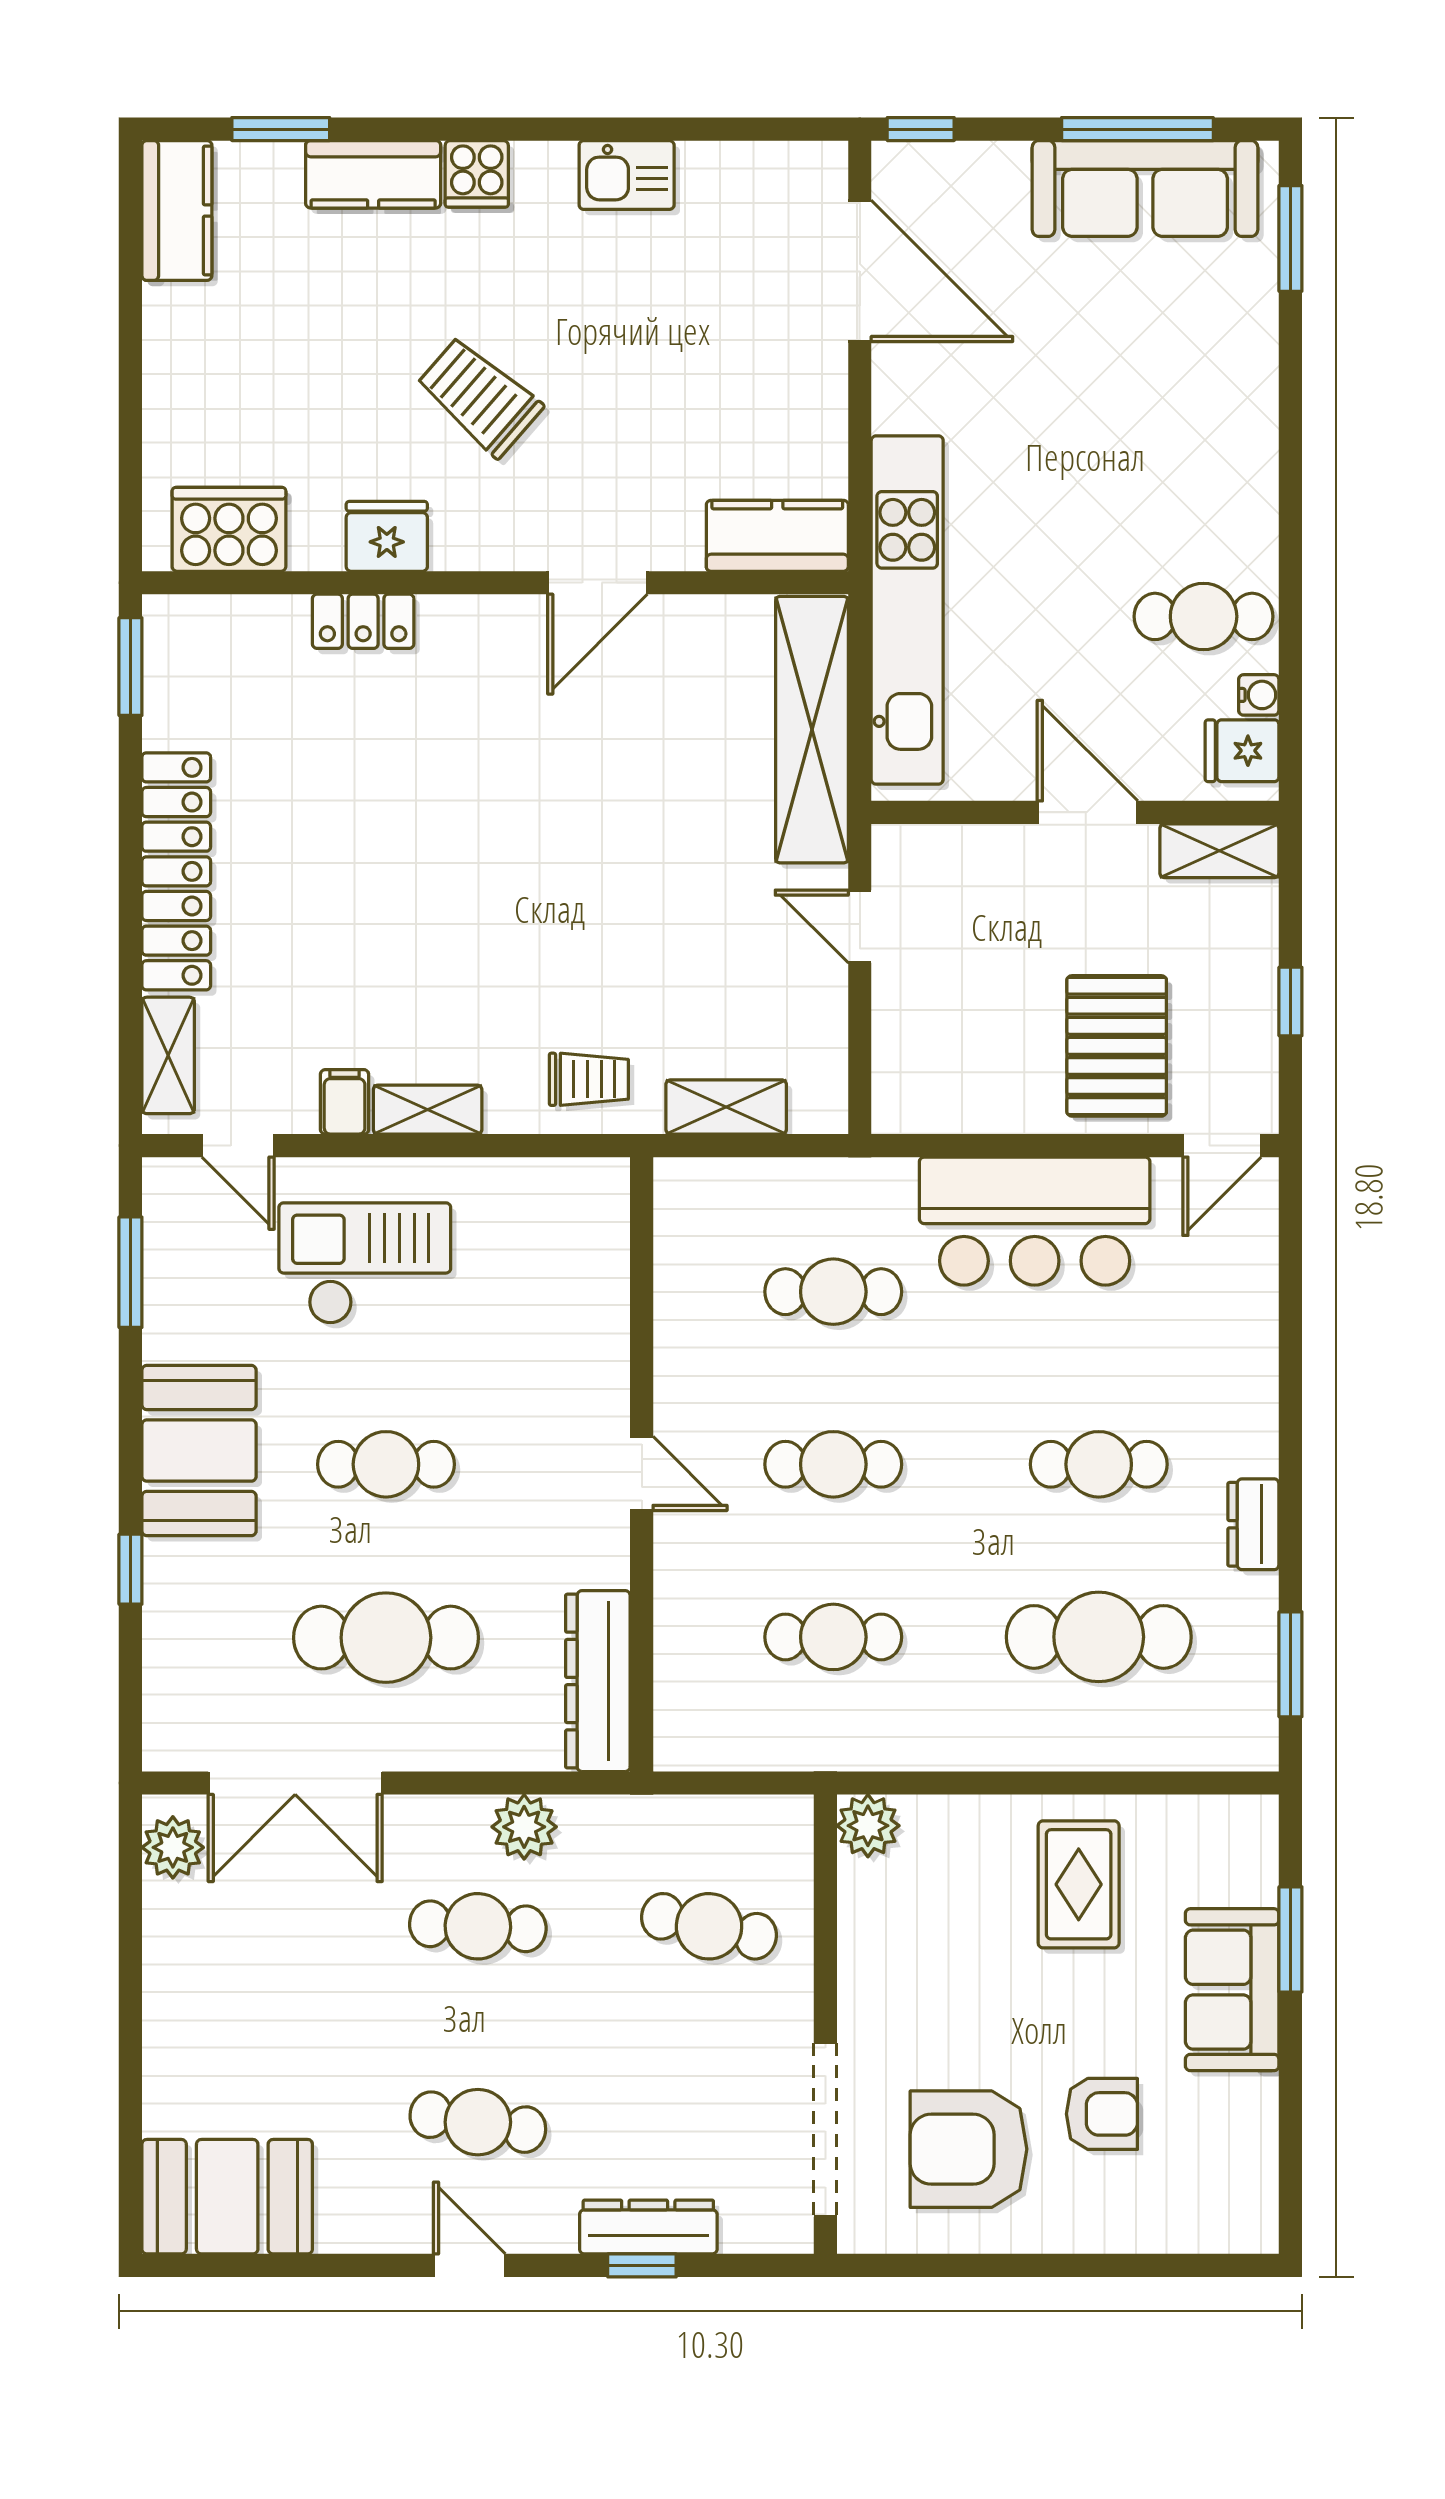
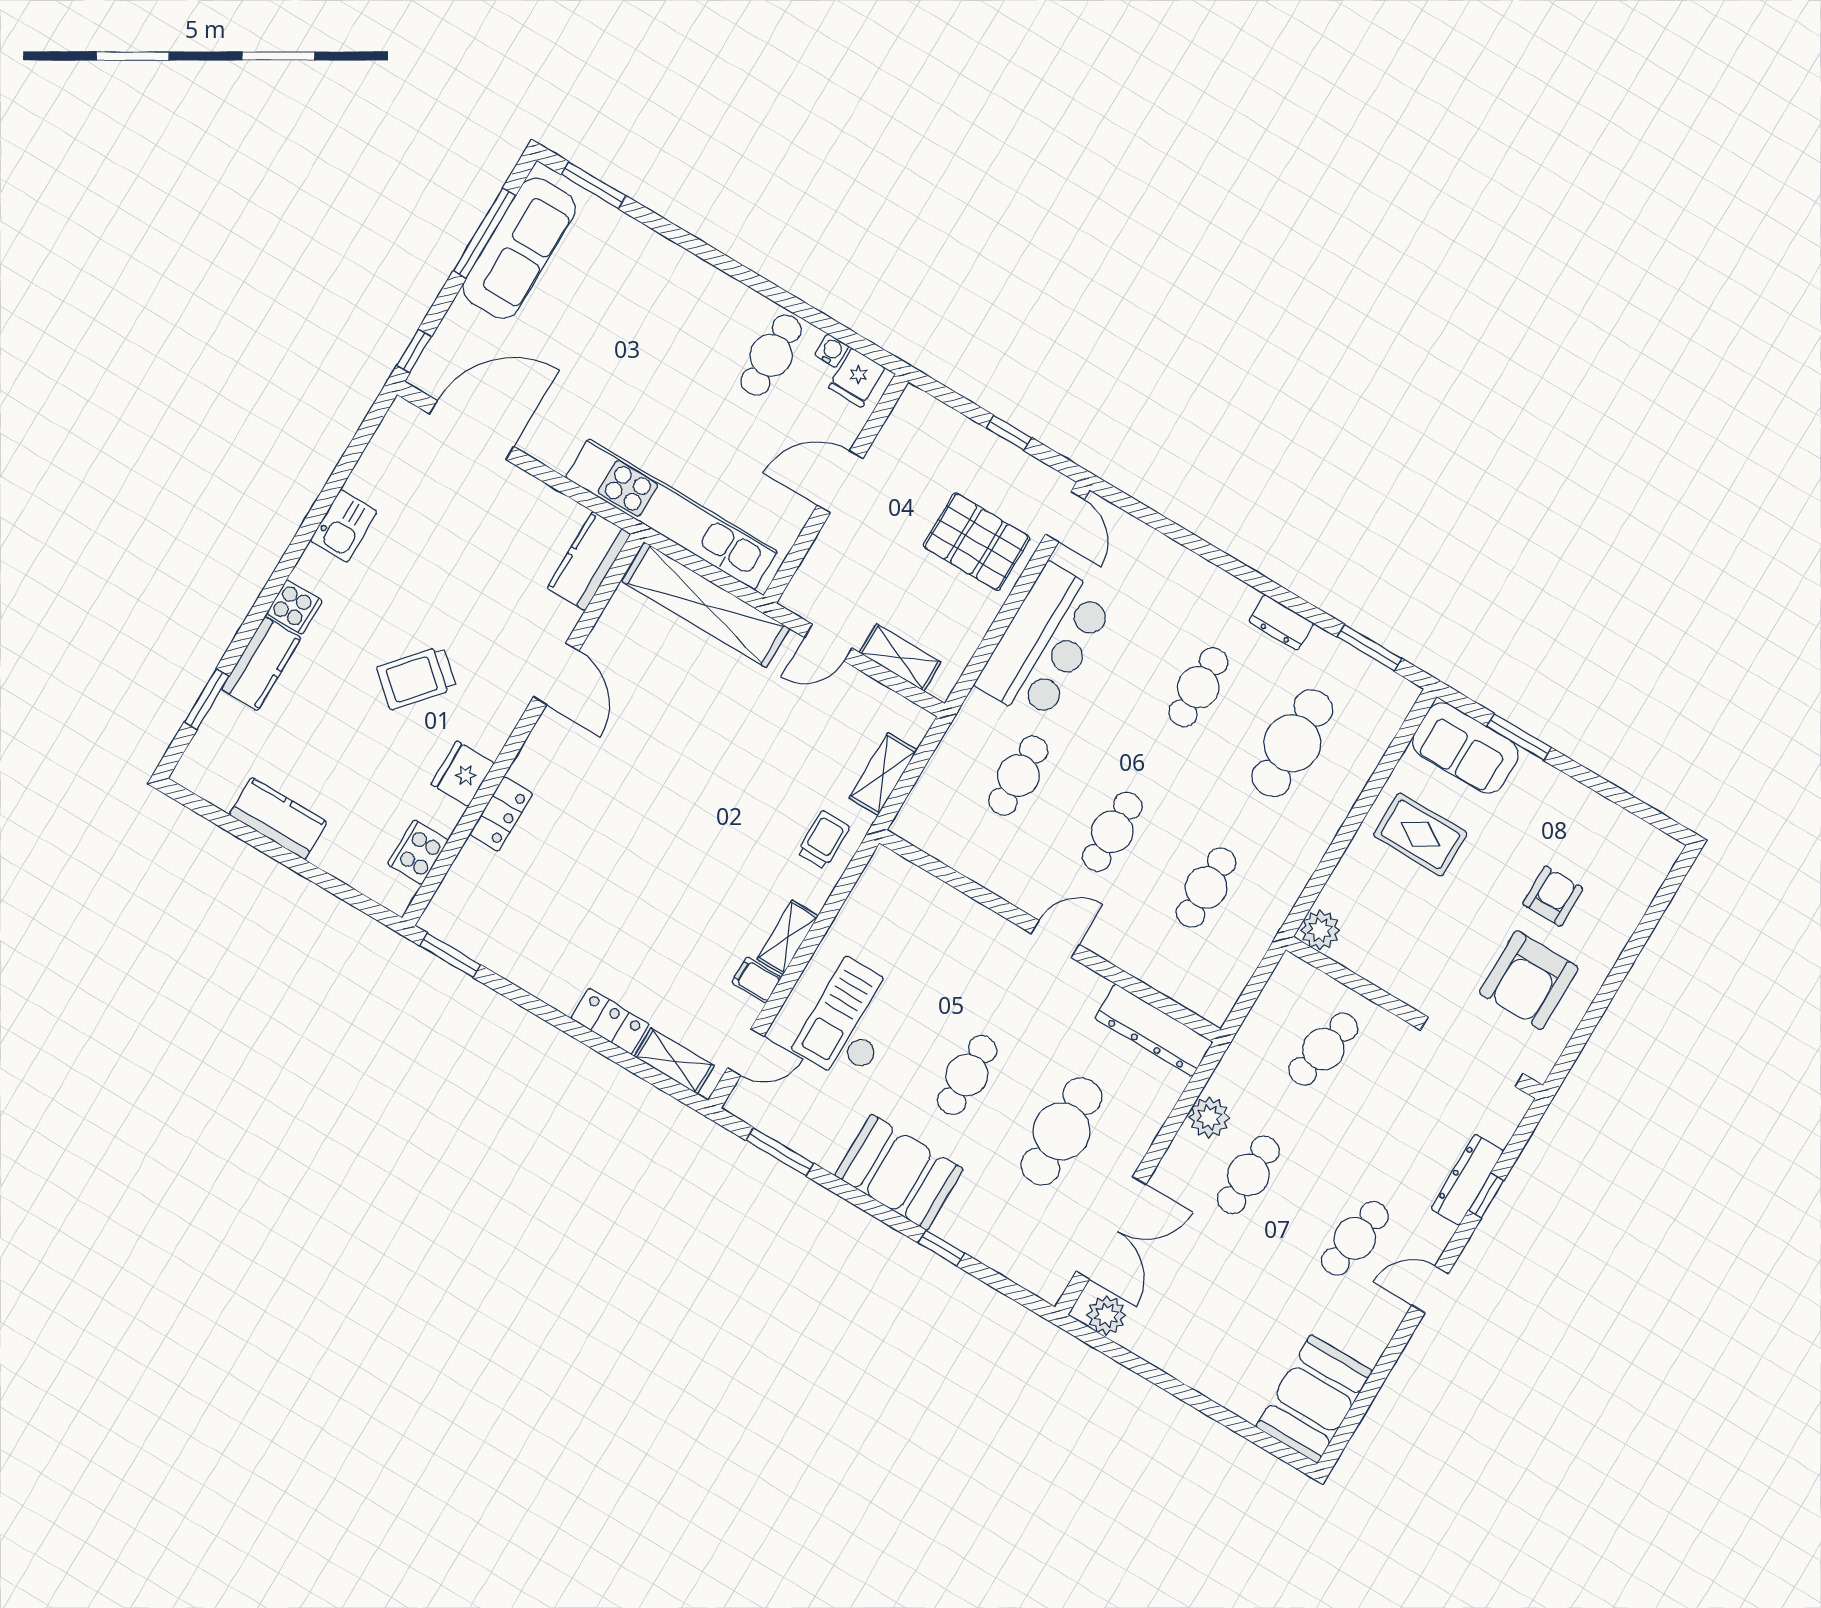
kitchen counter: (177, 210) -> (278, 818), moved
cooker: (229, 529) -> (418, 852), width x0.73, depth x0.76
shelving: (1219, 851) -> (900, 657), moved, turned 90
locker: (176, 871) -> (610, 1021), width x0.46, depth x0.83
sofa: (1232, 1990) -> (1465, 748), moved

